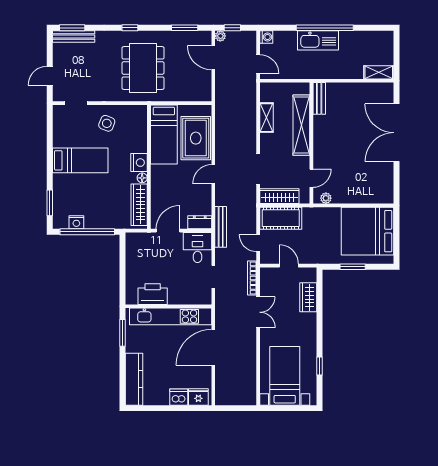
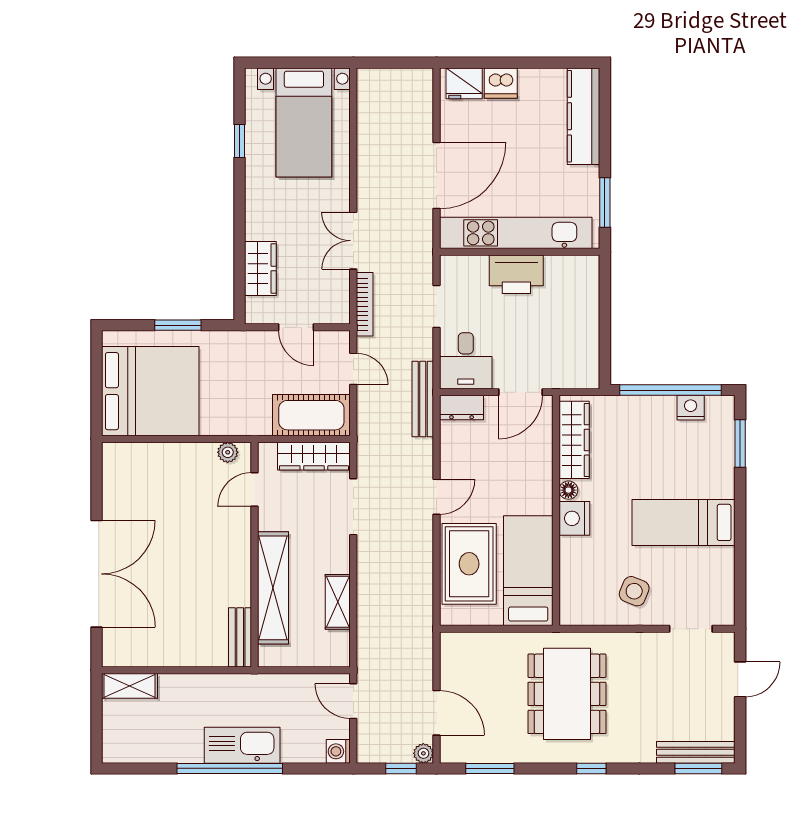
printer: (153, 294) -> (516, 274), moved

